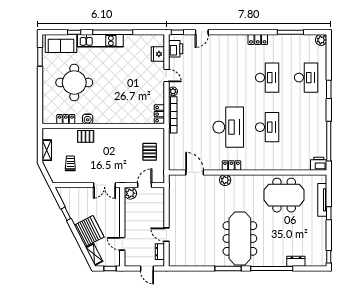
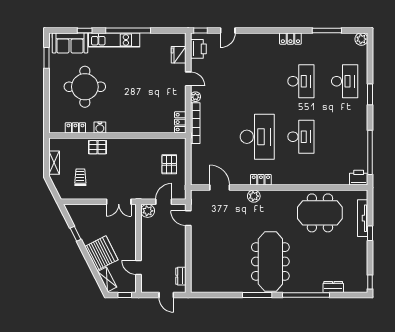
door: (166, 235) -> (188, 218), moved

